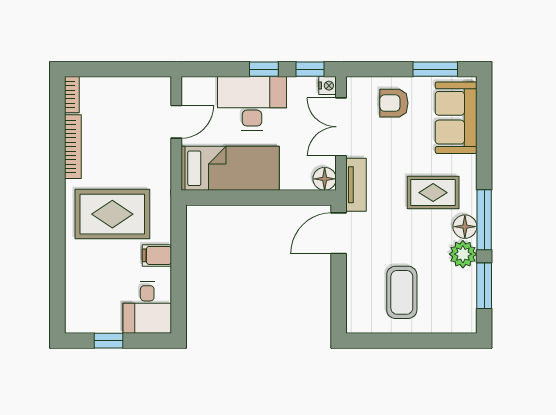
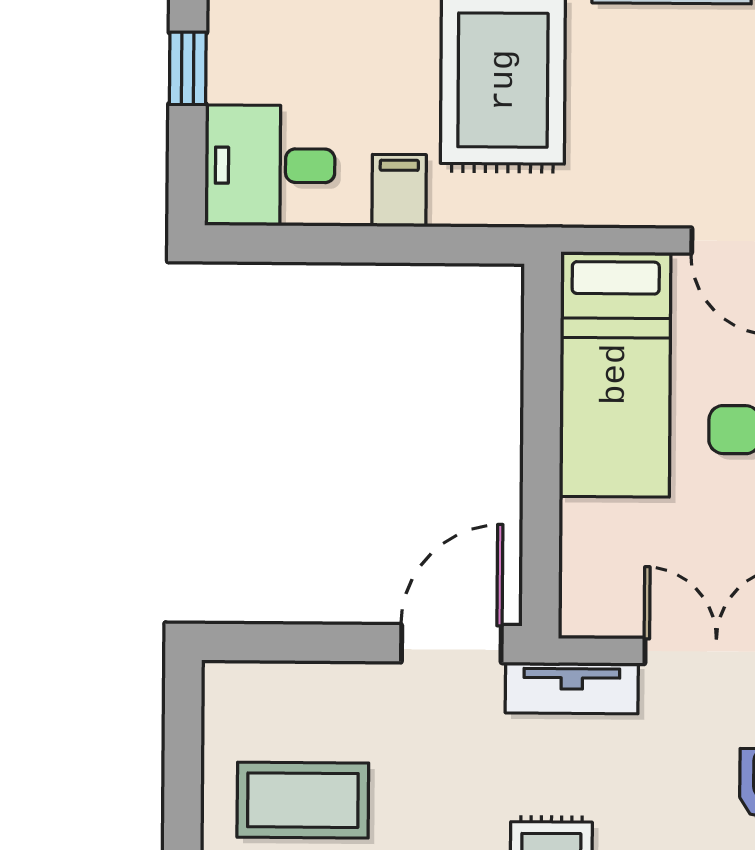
floor lamp: (325, 179) -> (587, 610), removed
door: (339, 233) -> (451, 644), hinge flipped

